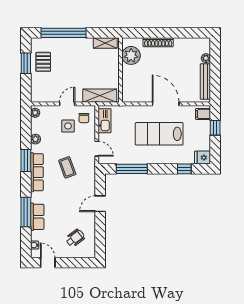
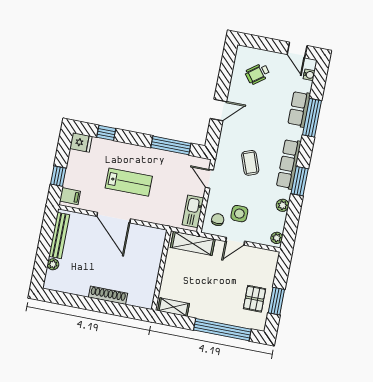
plant: (131, 55) -> (145, 286), removed
lab bench: (159, 134) -> (129, 182), width x0.73, depth x0.72

